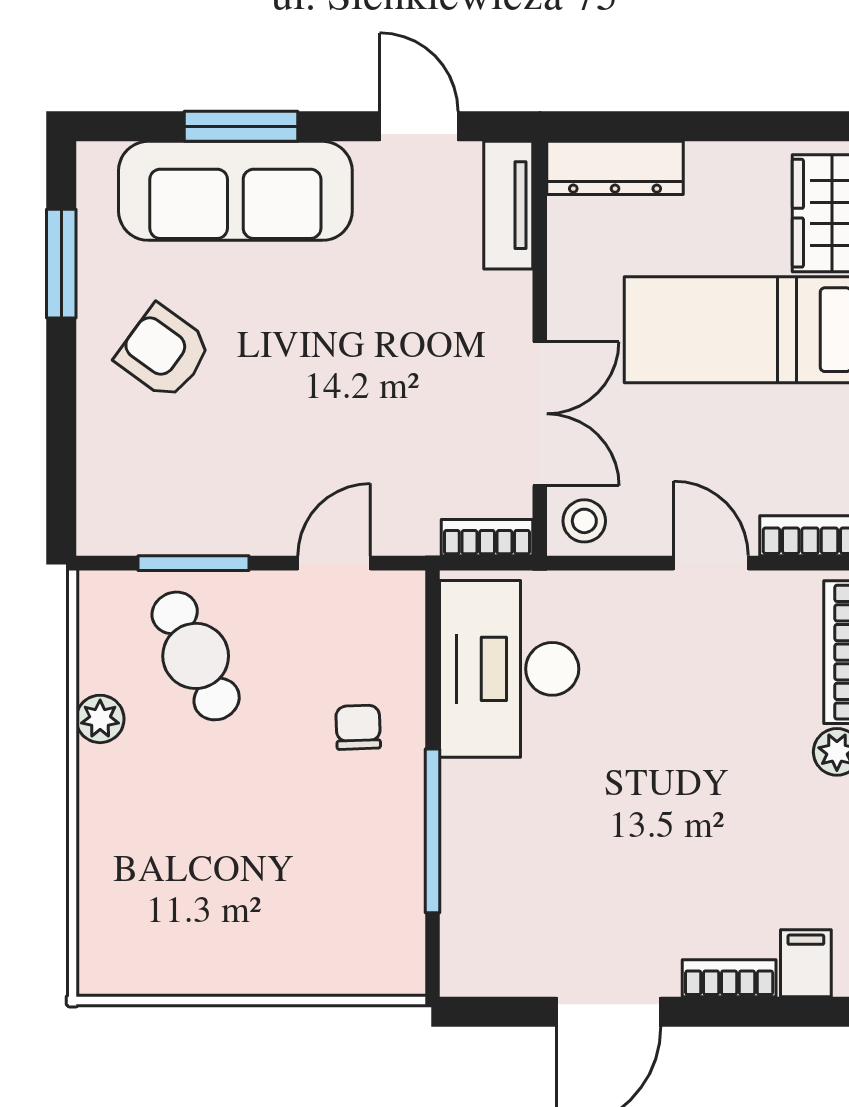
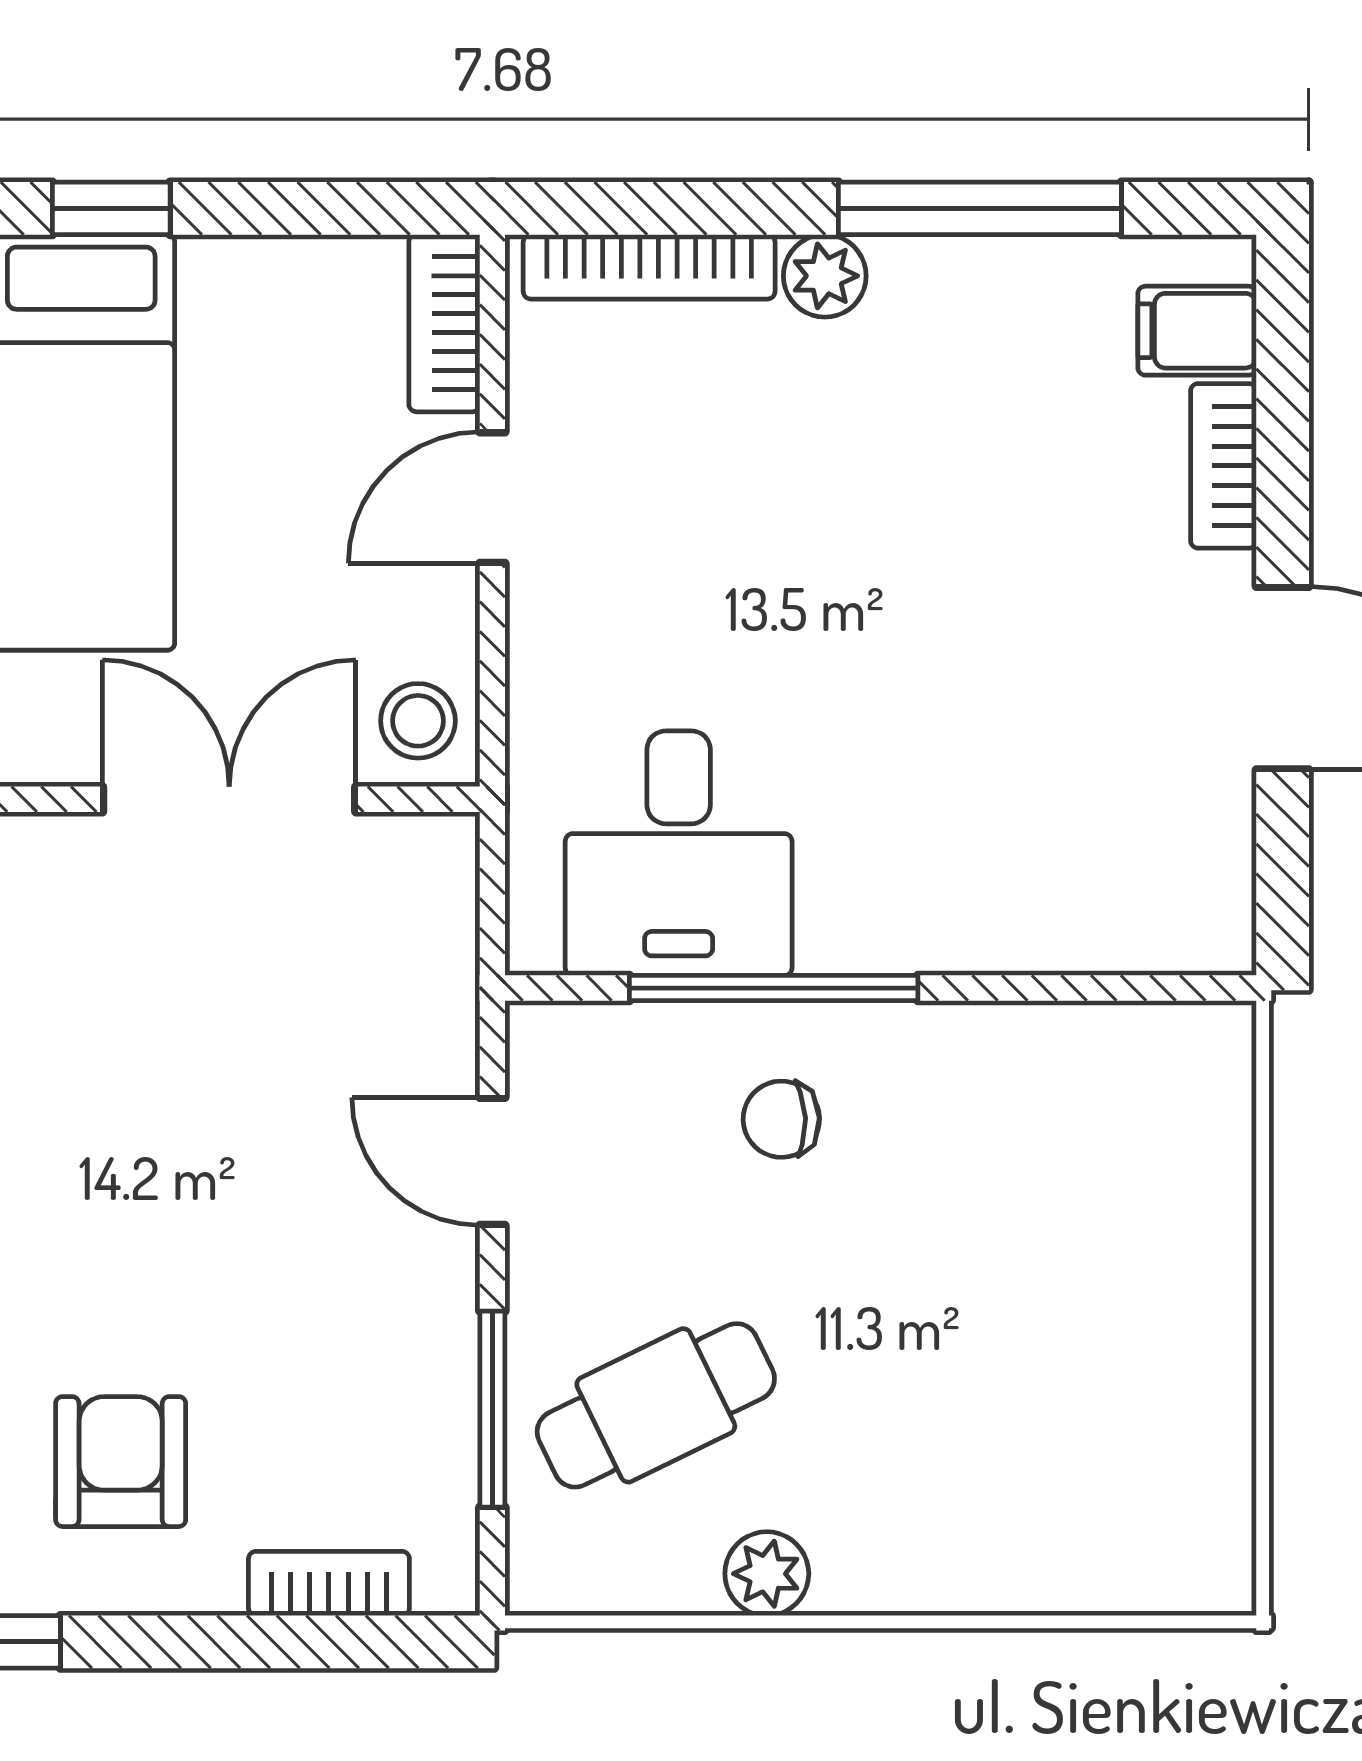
armchair: (164, 352) -> (121, 1462), turned 144
bookcase: (487, 538) -> (329, 1583), moved, turned 90
desk: (509, 669) -> (679, 853), width x0.73
window: (433, 831) -> (774, 988), moved

